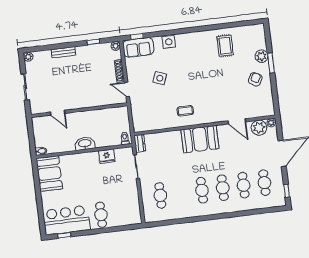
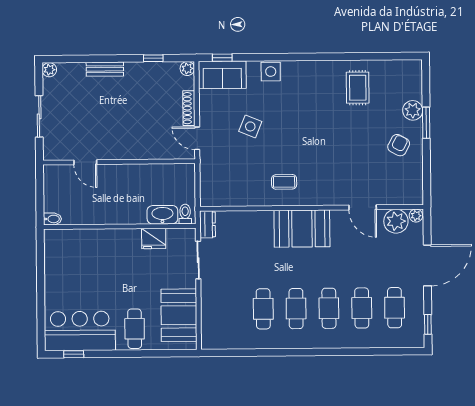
washbasin: (85, 144) -> (162, 215), moved
booth: (49, 174) -> (179, 315), moved
cafe table: (160, 195) -> (263, 309), moved

